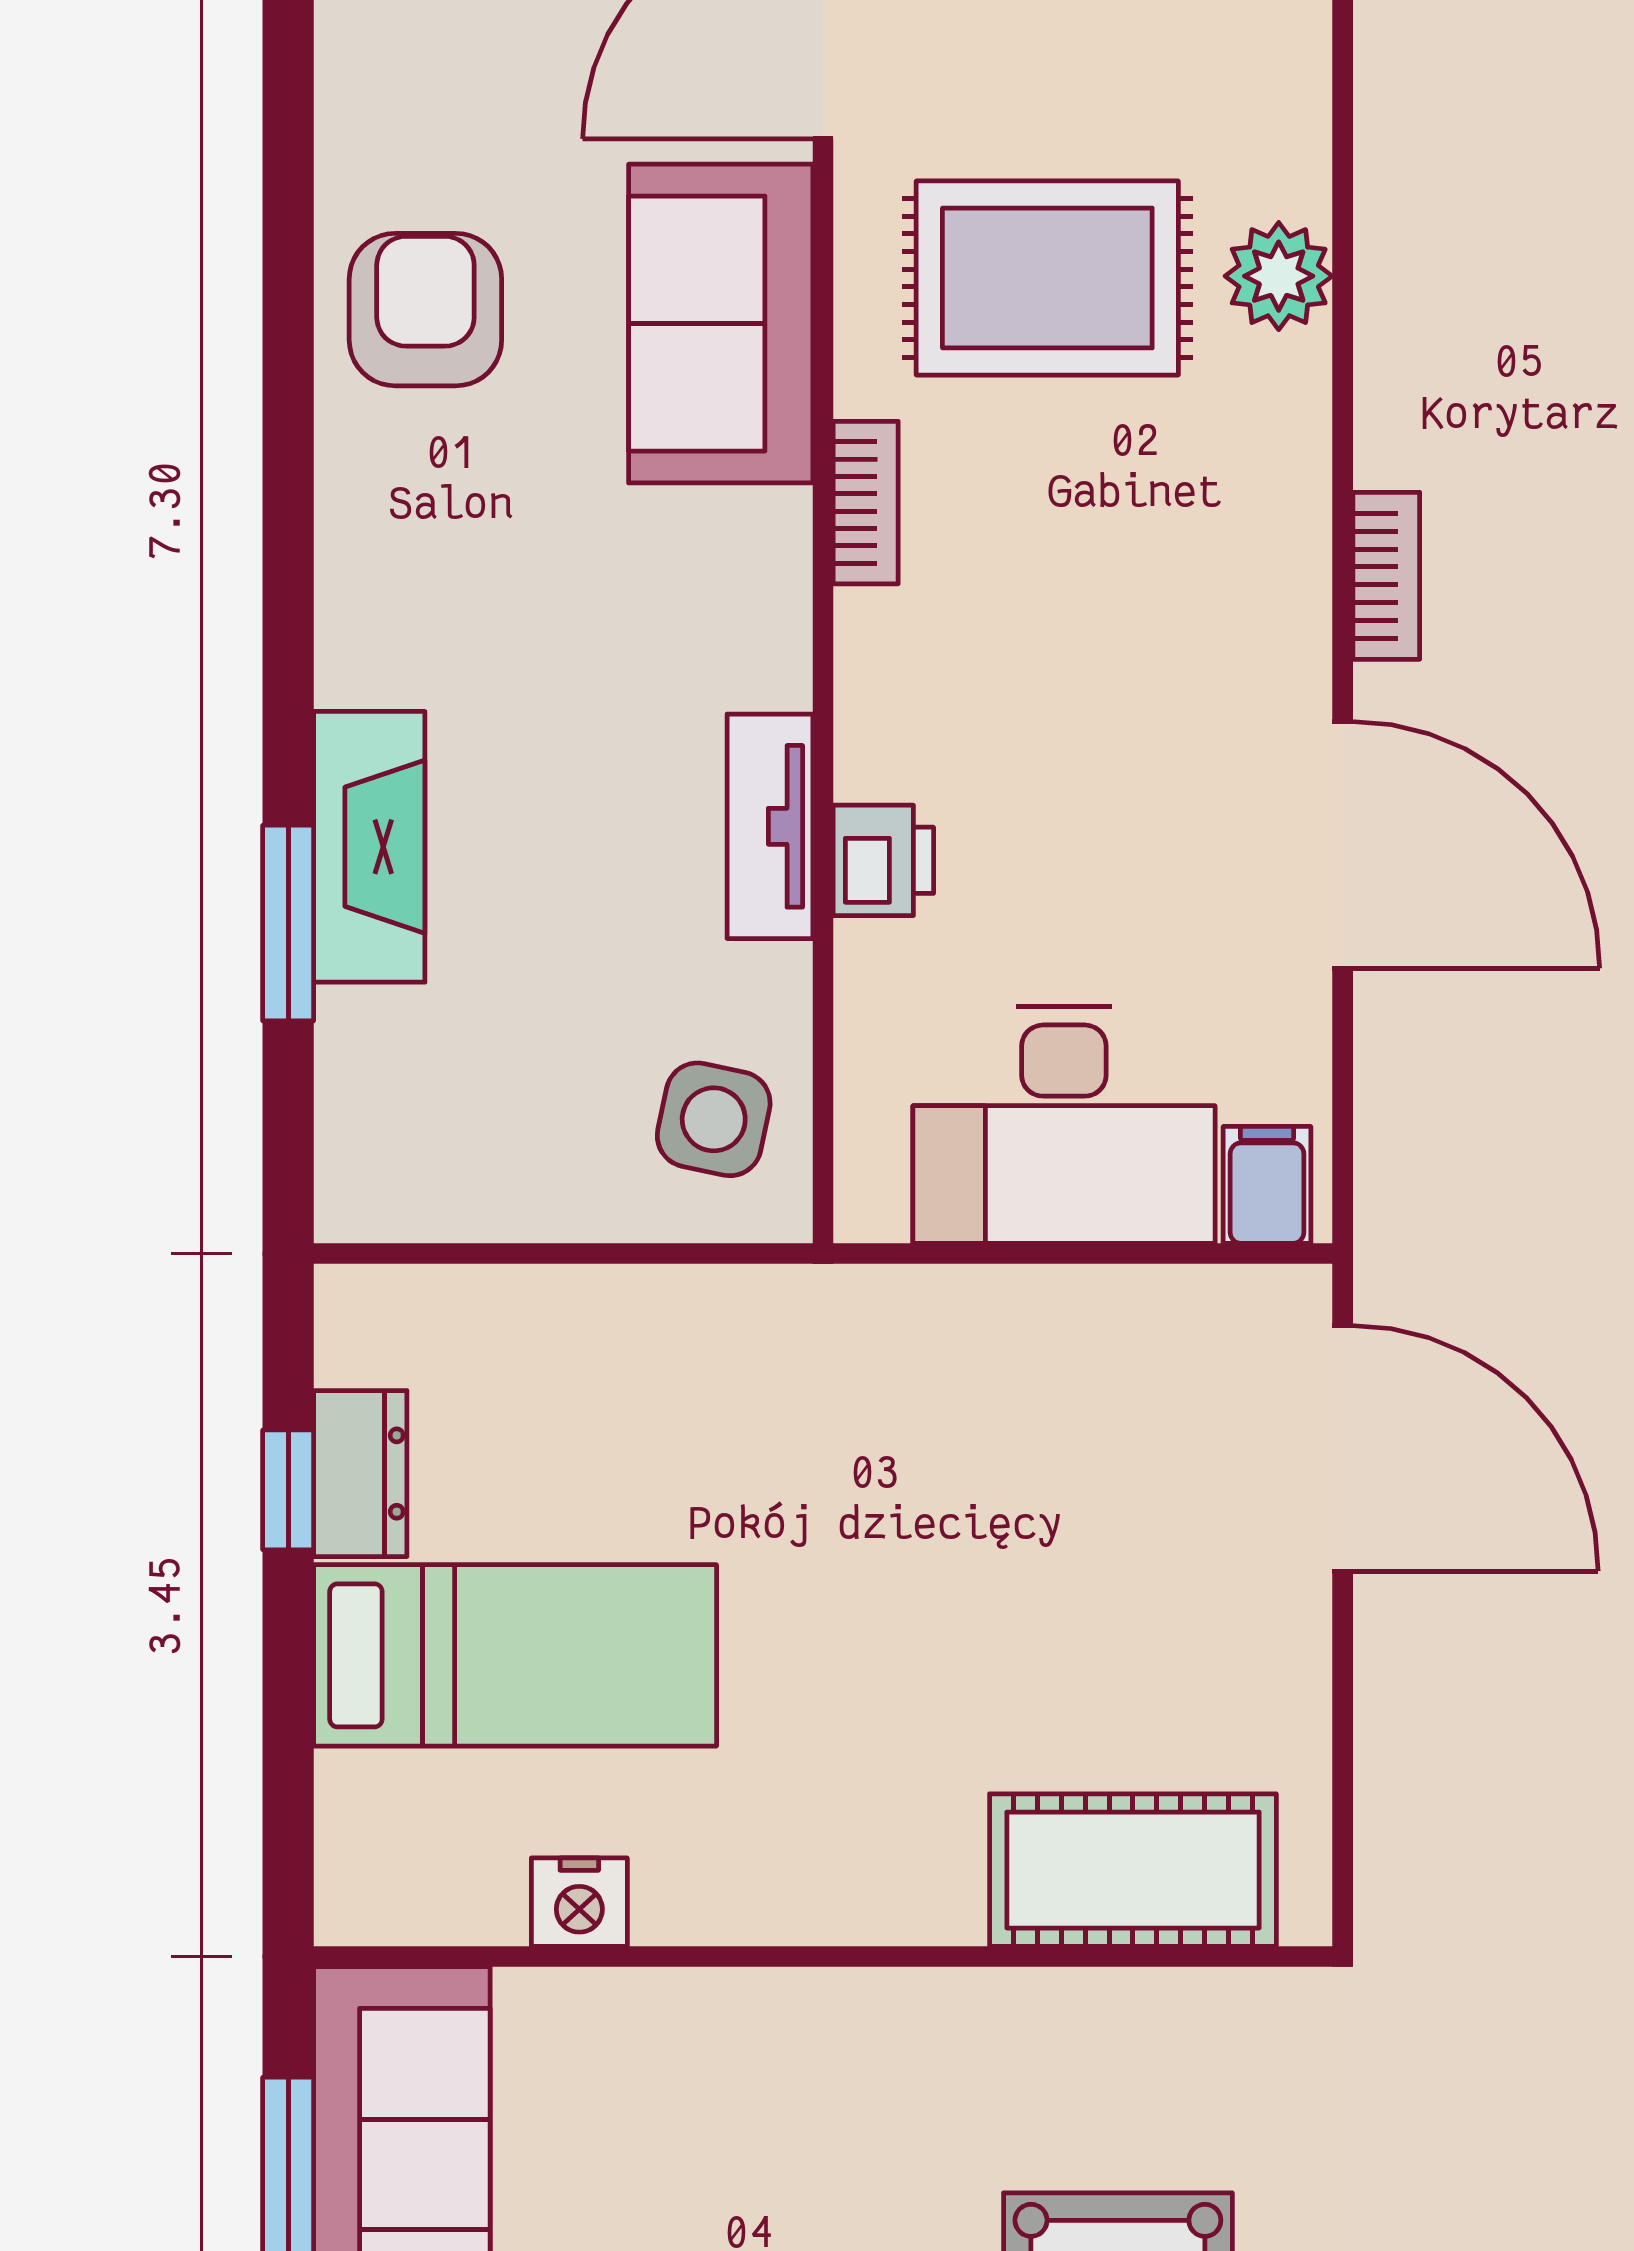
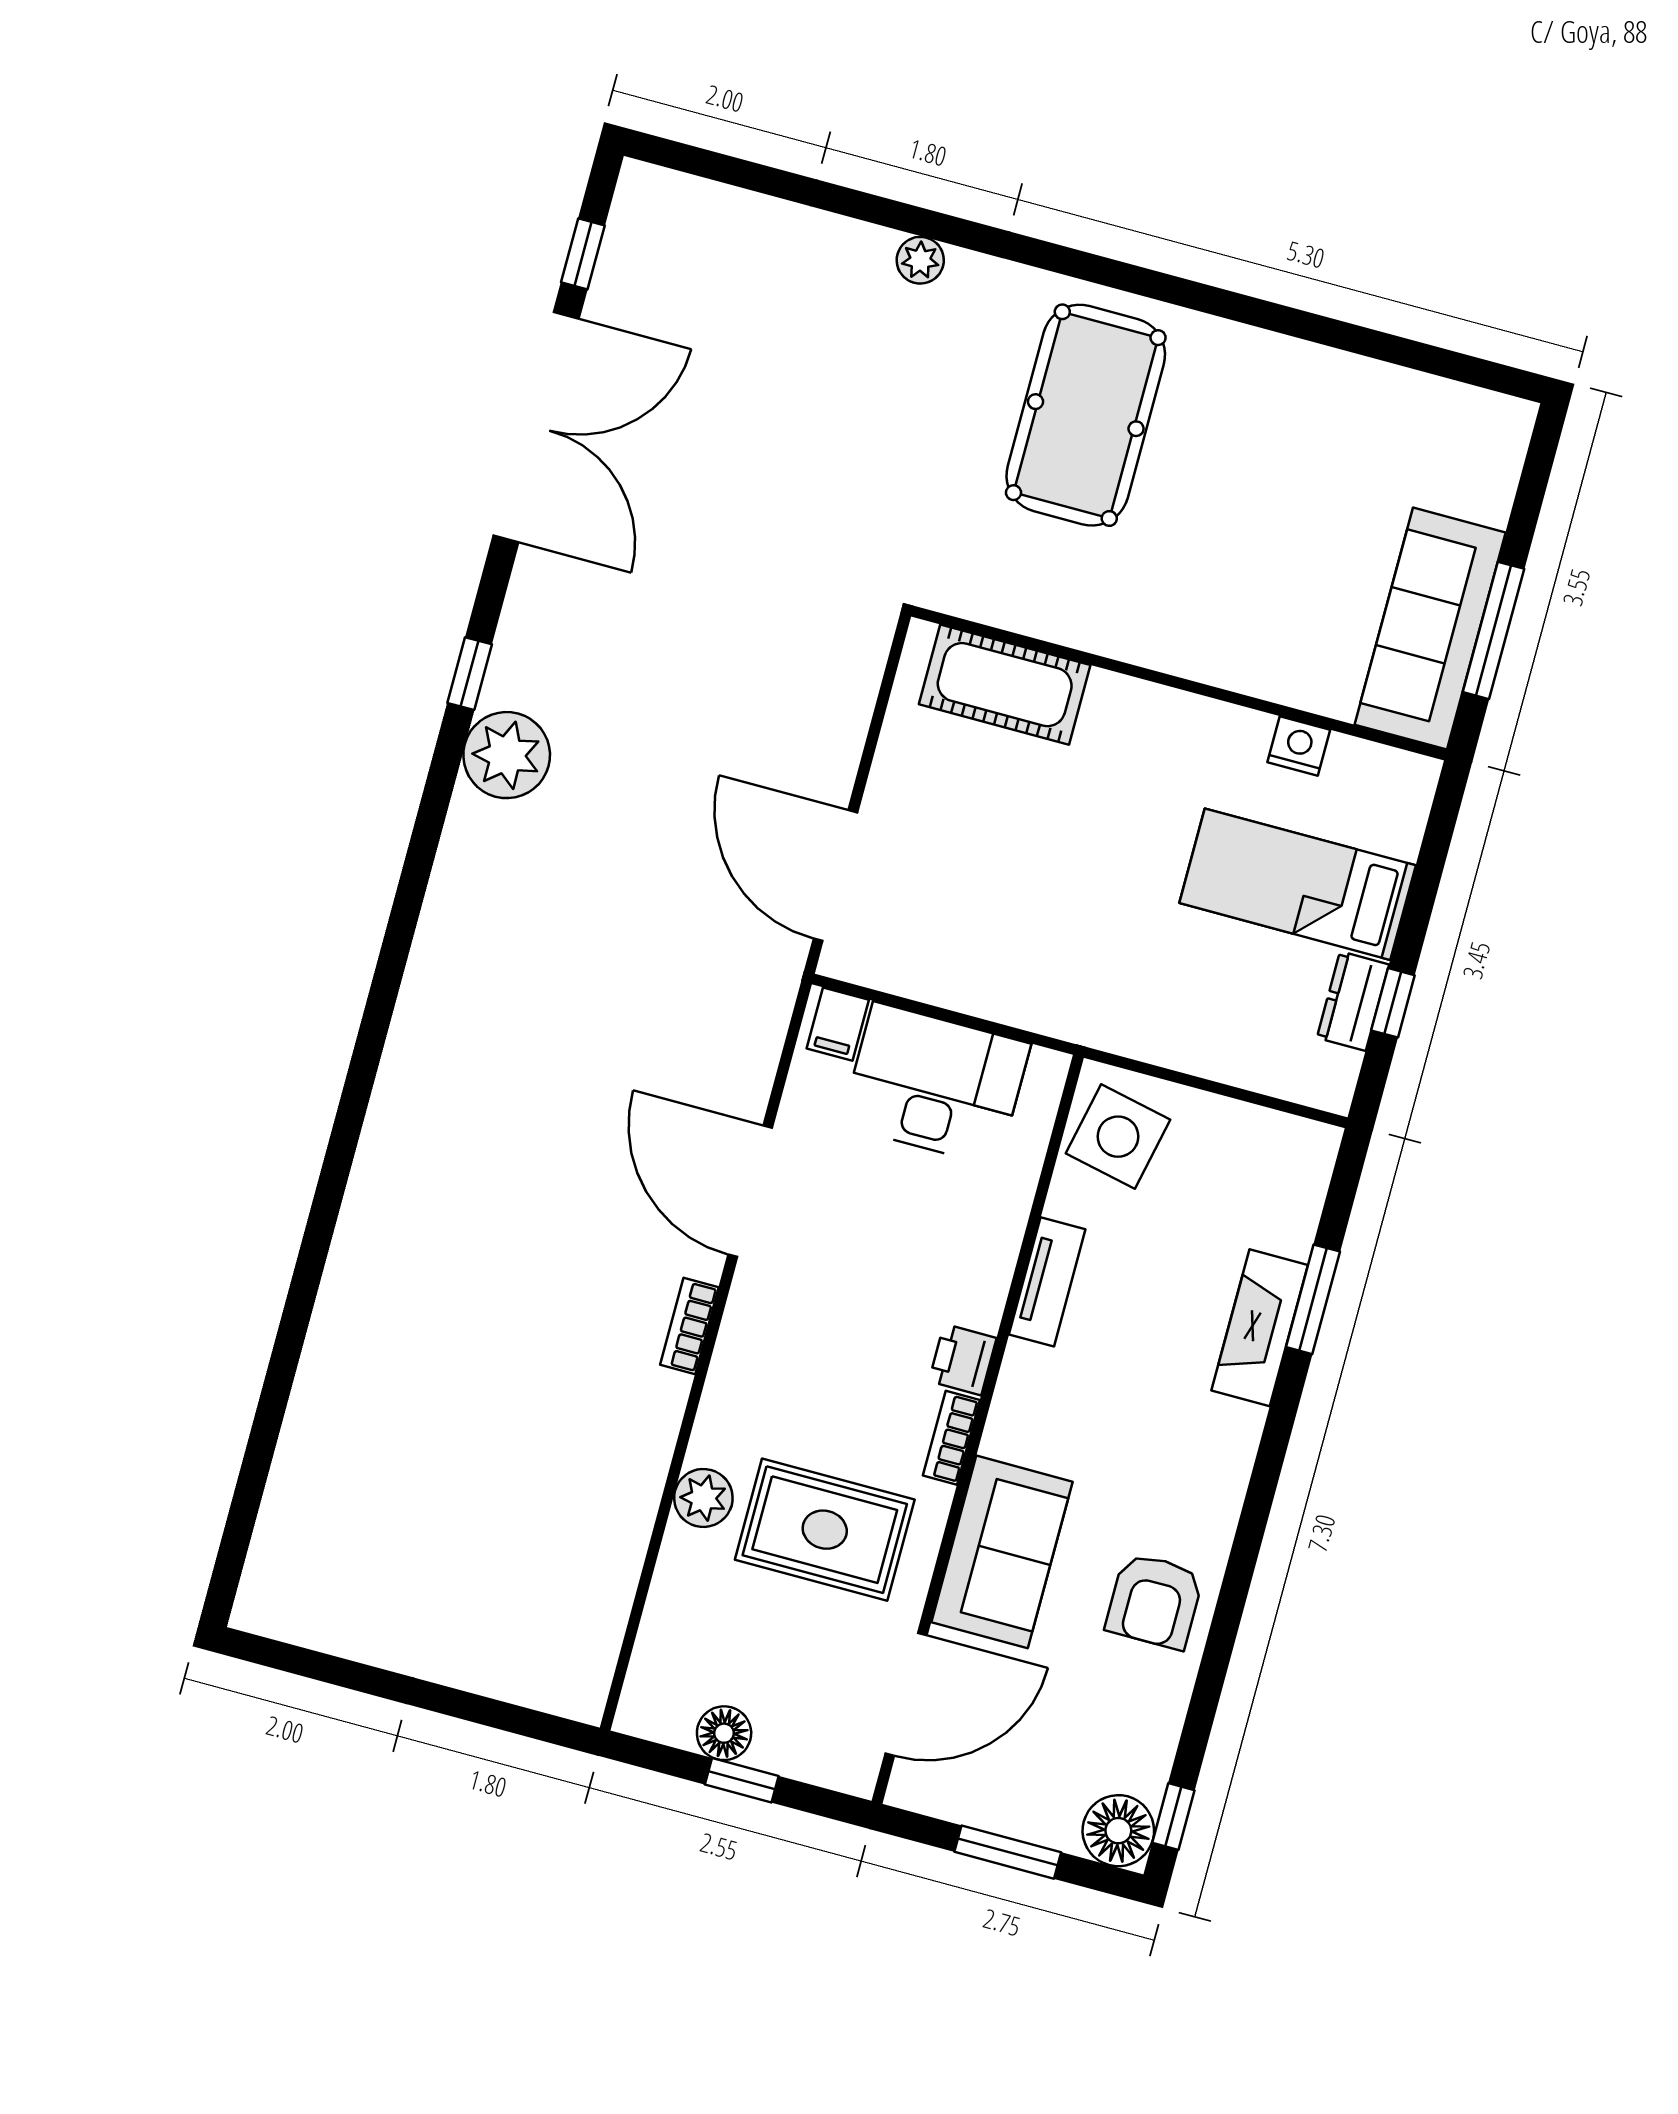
printer: (883, 860) -> (963, 1360), moved
side table: (714, 1119) -> (1118, 1137), width x1.37, depth x1.37

